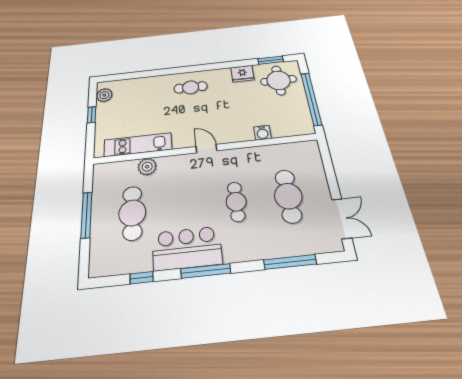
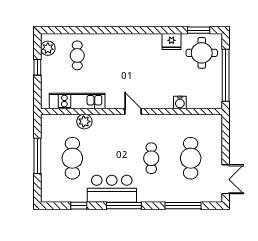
cafe table: (191, 87) -> (77, 55), moved, turned 90

